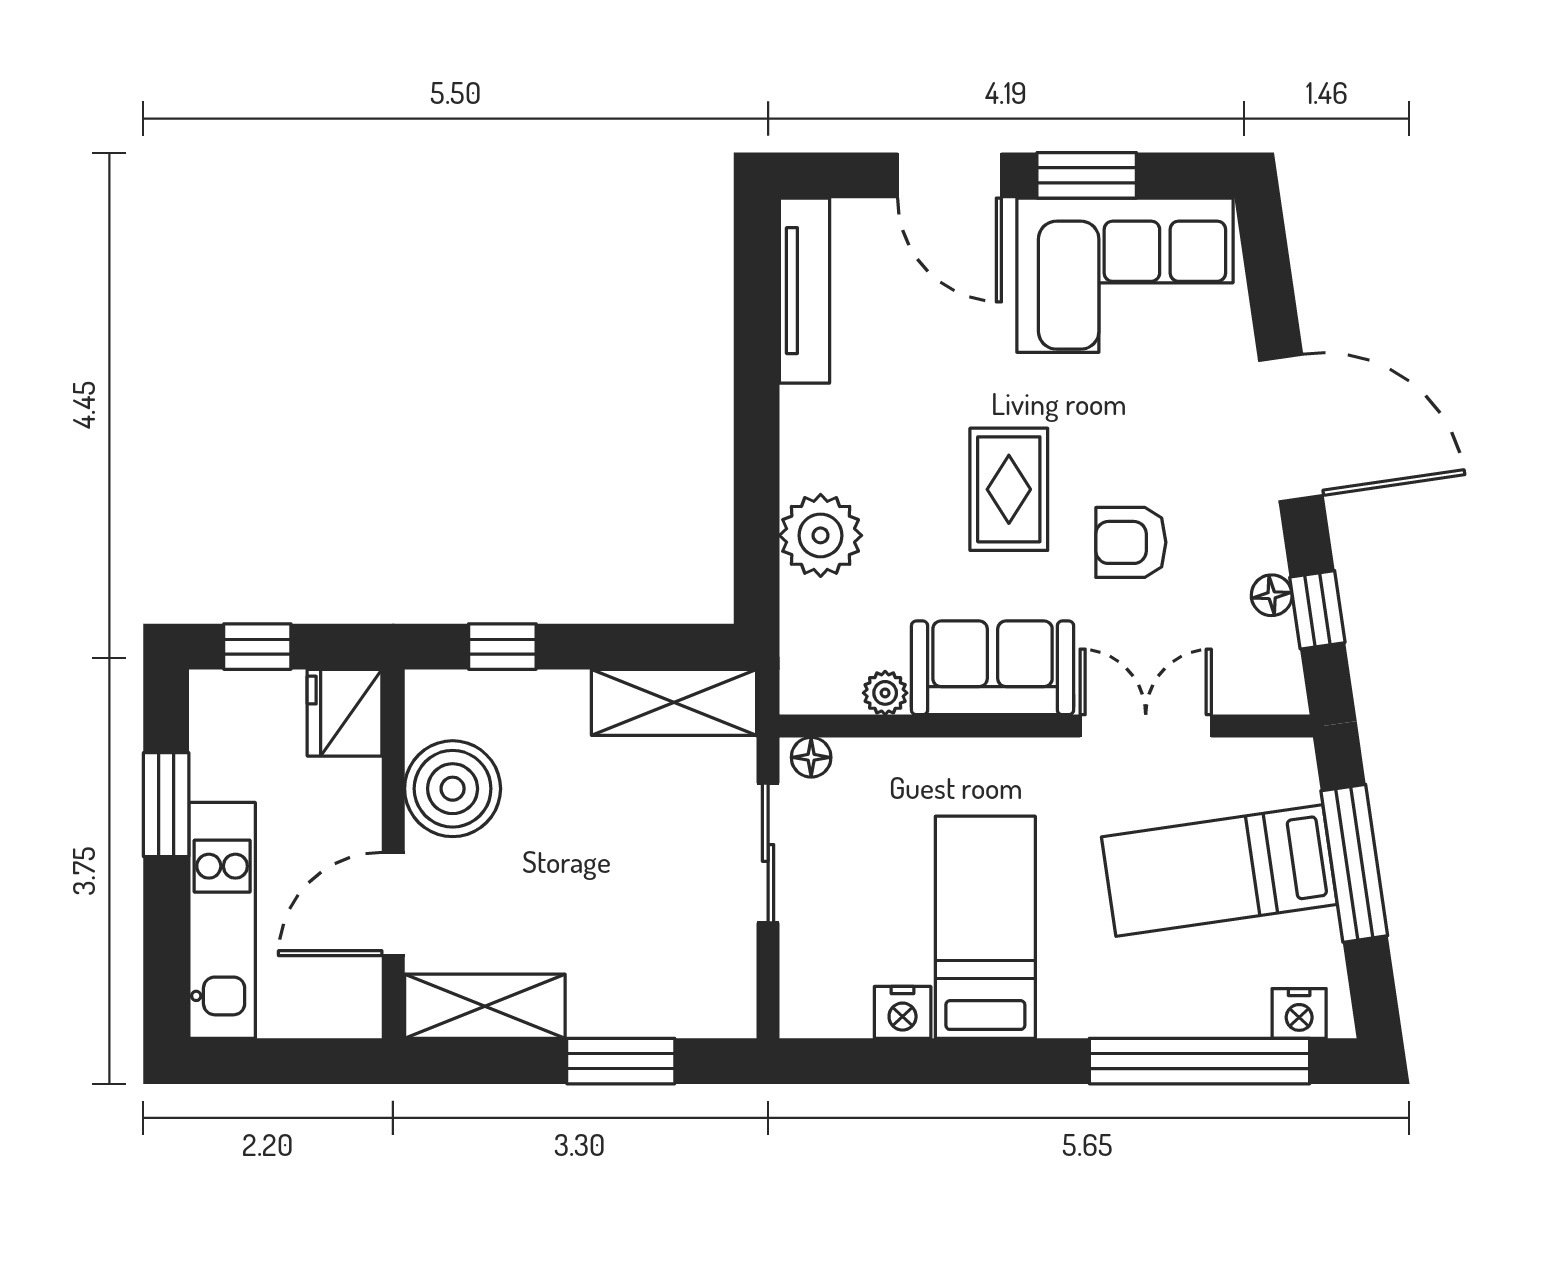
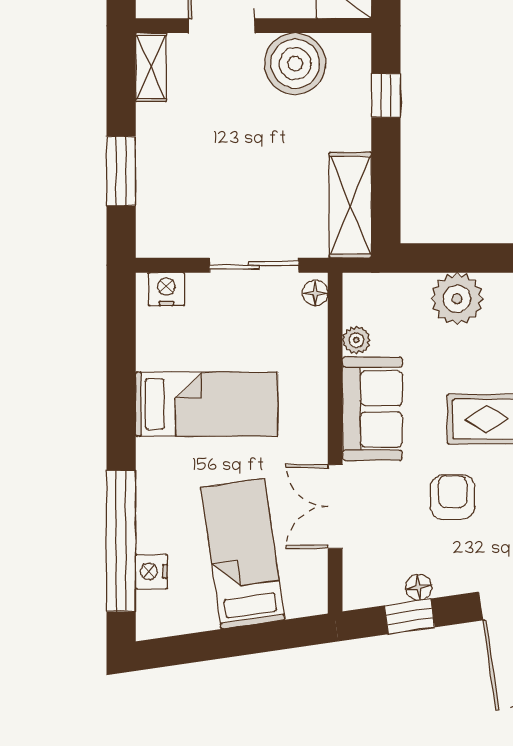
double door: (1146, 726) -> (335, 507), swing flipped
window: (1354, 863) -> (247, 640), removed
shelving: (485, 1006) -> (151, 67), width x0.67, depth x0.75
nightstand: (903, 1012) -> (166, 289), moved, turned 90
nightstand: (1299, 1013) -> (151, 571), moved

